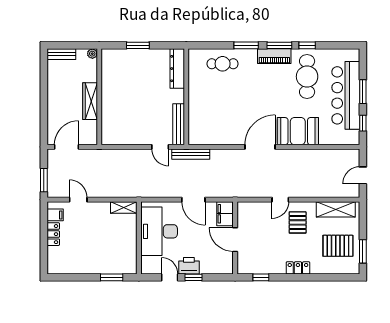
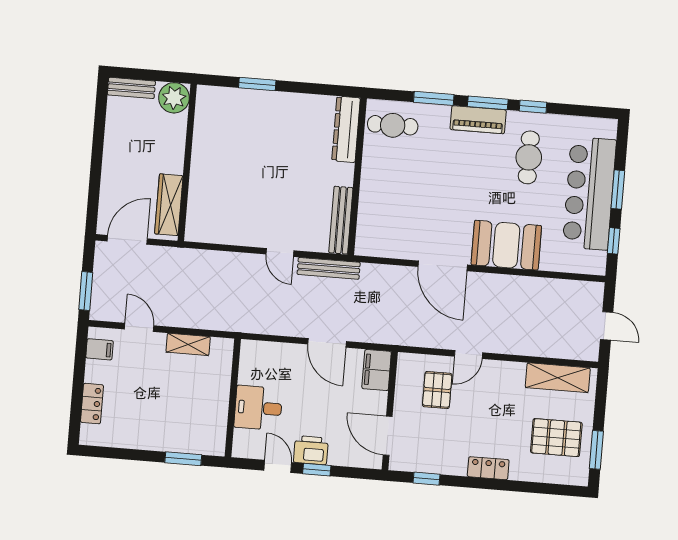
plant: (92, 54) -> (174, 98), width x1.88, depth x1.88
dresser: (177, 69) -> (346, 129), moved
cafe table: (307, 77) -> (529, 157), width x0.73, depth x0.74
wall: (186, 97) -> (357, 177), moved
wardrobe: (90, 101) -> (169, 205), moved
bench: (179, 124) -> (341, 220), moved
door: (260, 147) -> (443, 266), swing flipped
door: (363, 175) -> (607, 326), swing flipped
shelving: (124, 208) -> (188, 344), moved
pallet: (298, 222) -> (437, 390), moved
desk: (159, 231) -> (258, 408), width x0.53, depth x0.77
locker: (53, 234) -> (92, 404), moved
door: (235, 240) -> (388, 436), moved

